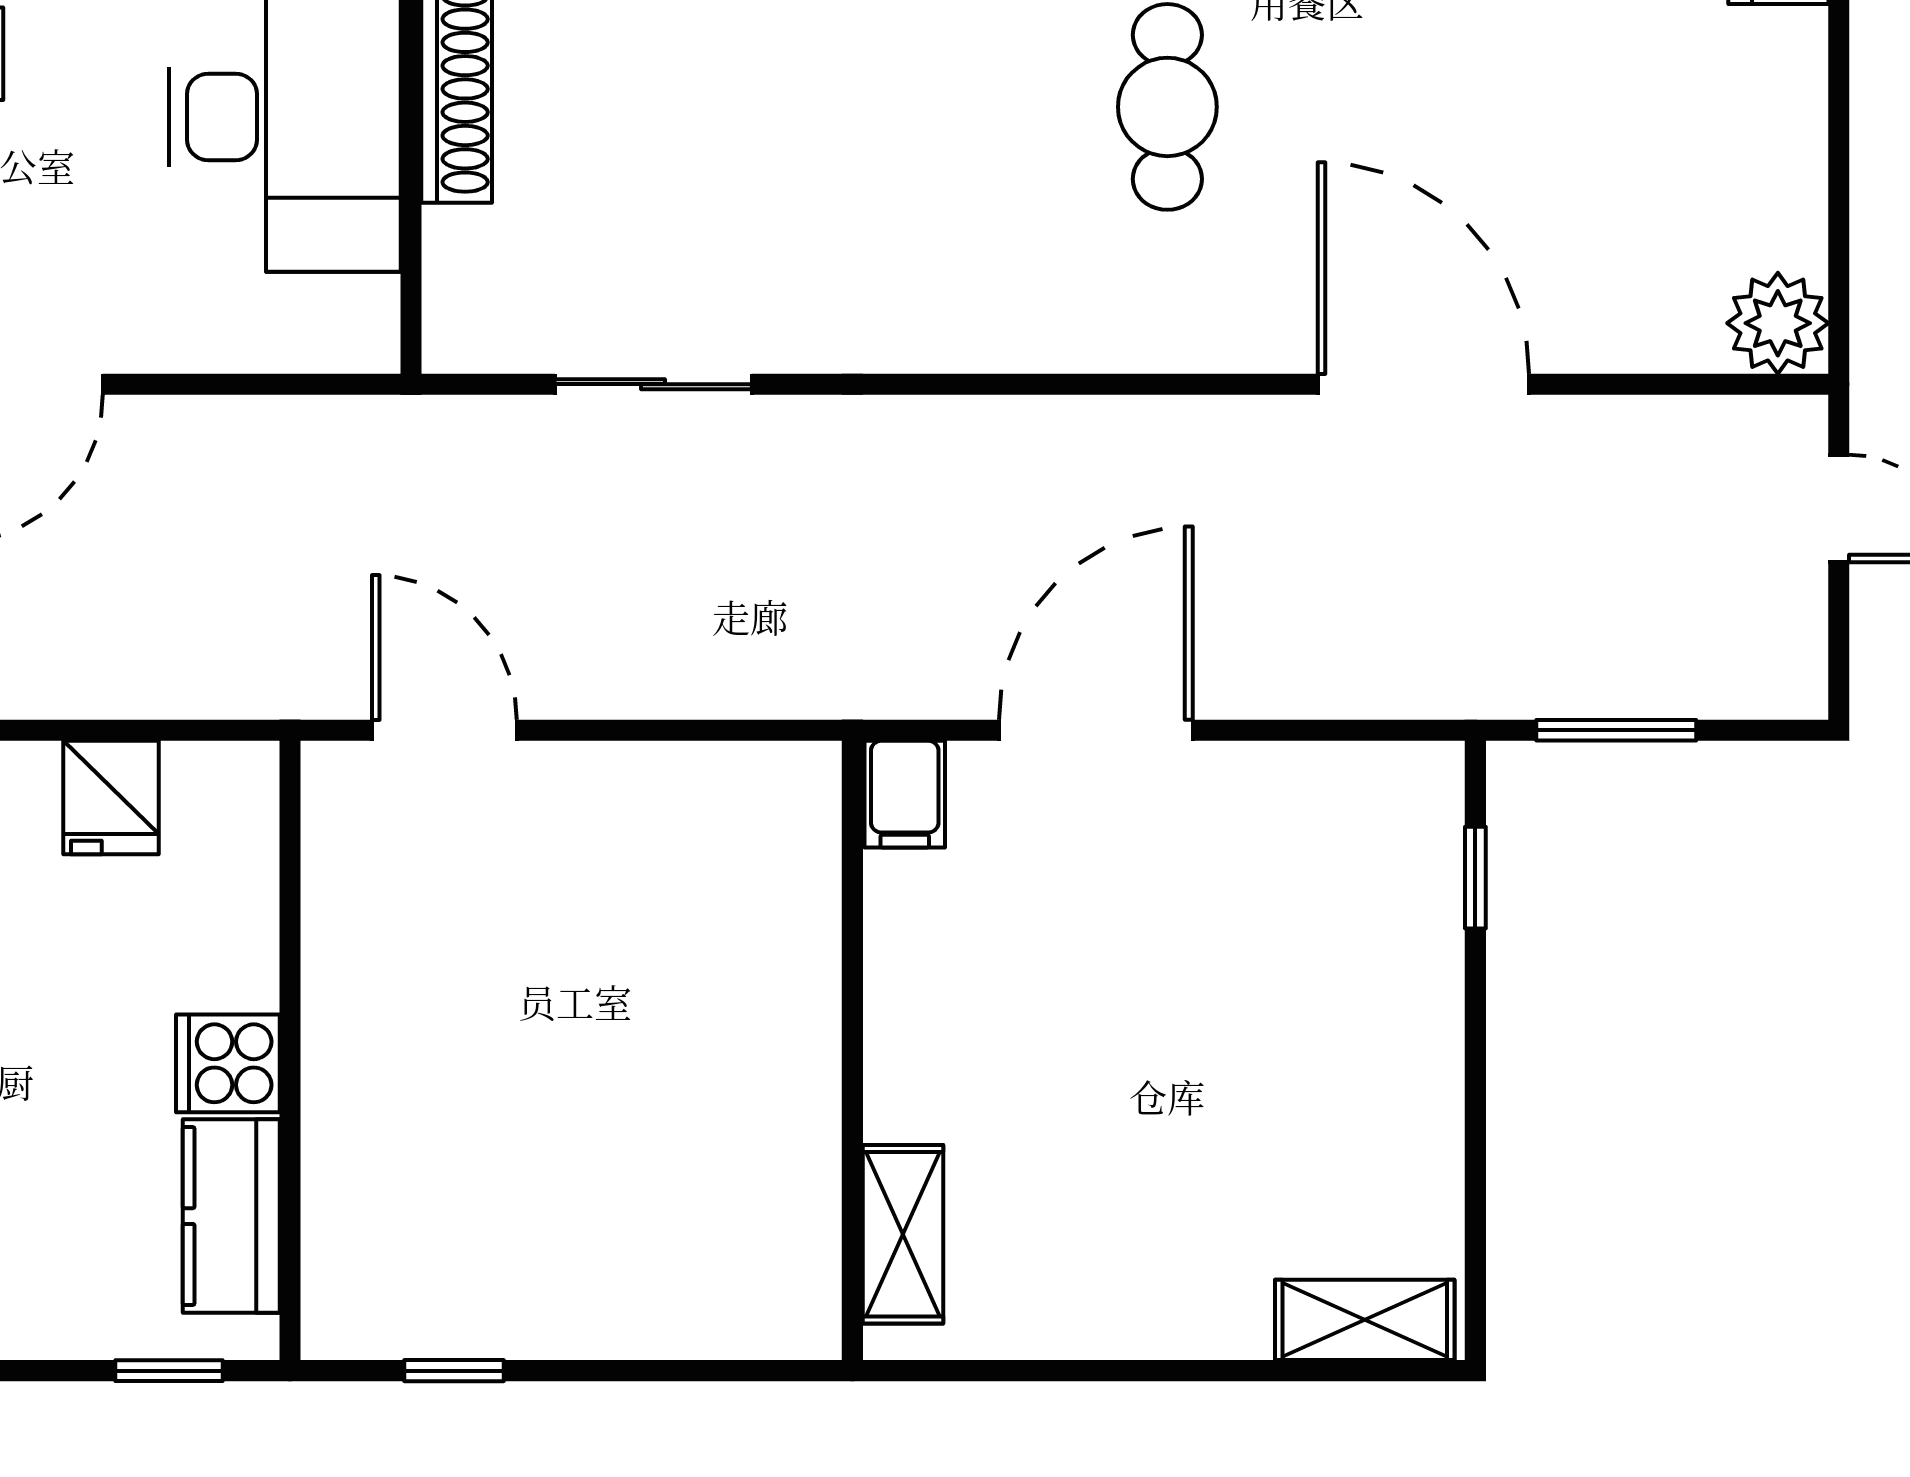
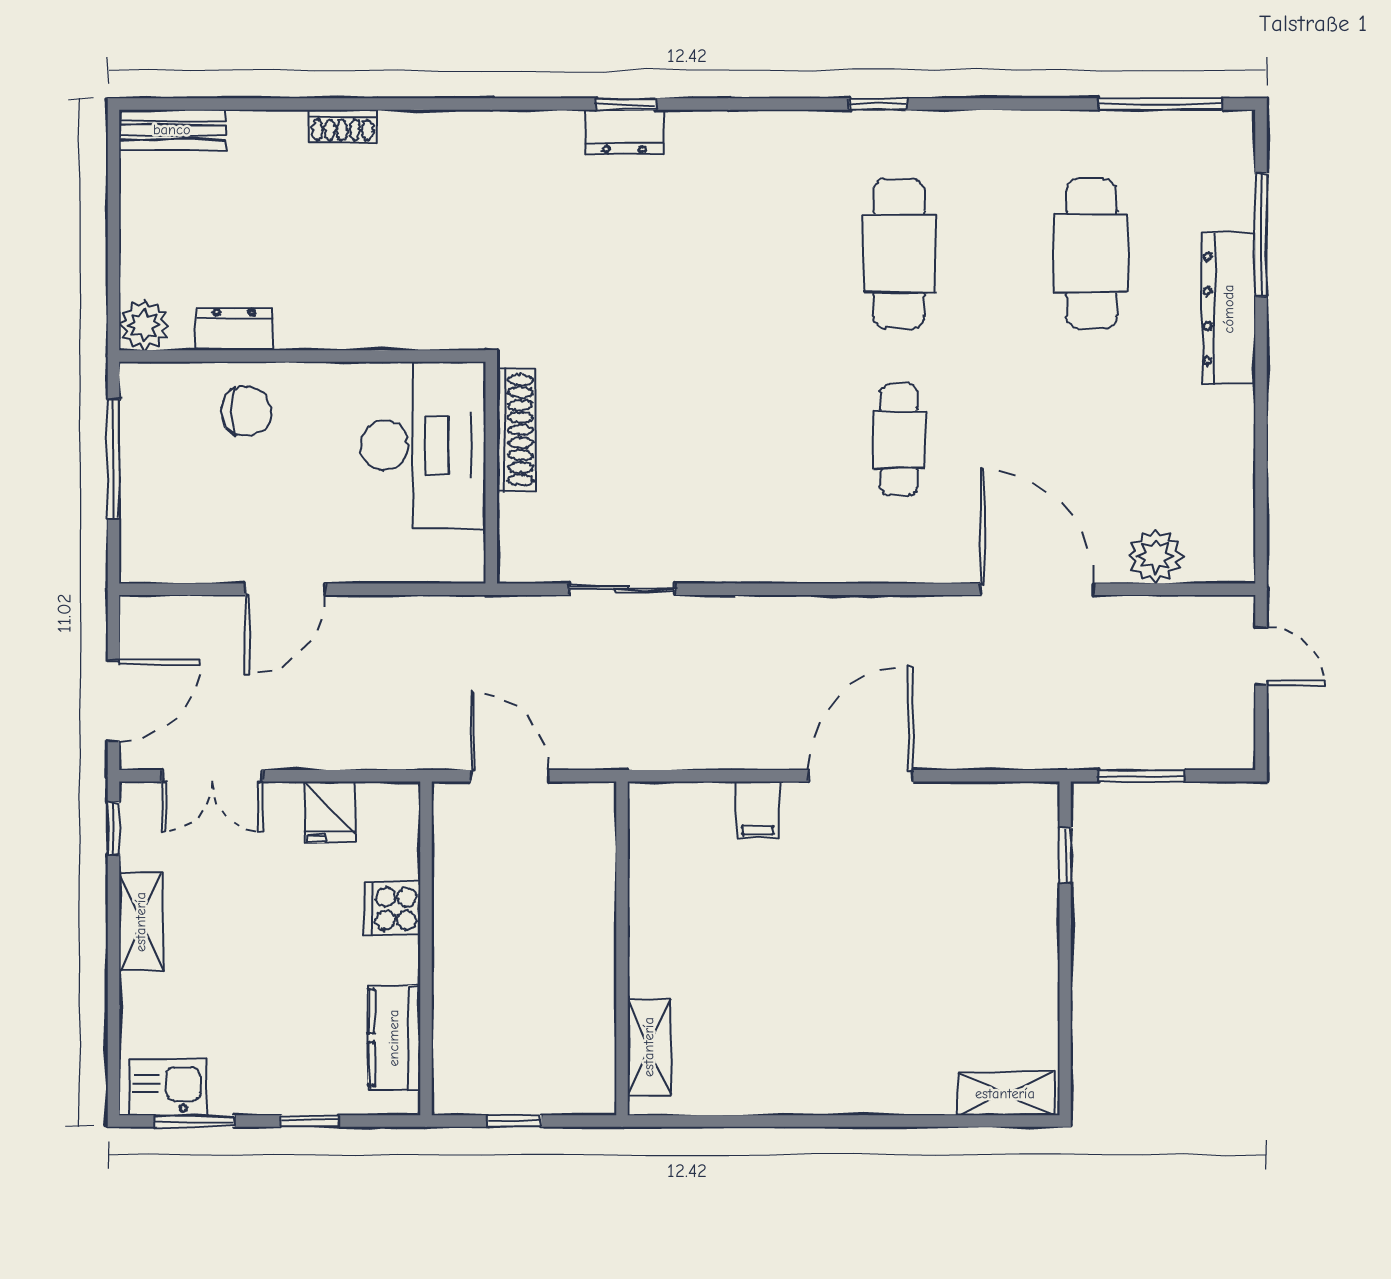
plant: (1778, 323) -> (1156, 556), moved
wall: (852, 1050) -> (622, 948), moved
cooker: (228, 1063) -> (393, 909), moved
shelving: (903, 1234) -> (649, 1047), moved
window: (169, 1371) -> (310, 1121), moved

